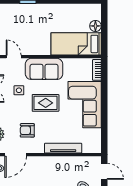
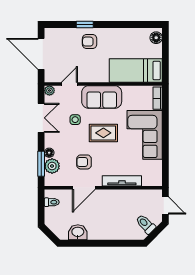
armchair: (33, 17) -> (90, 42), added
floor lamp: (95, 26) -> (156, 38), moved
door: (14, 57) -> (69, 84), hinge flipped
door: (16, 155) -> (84, 188), moved

